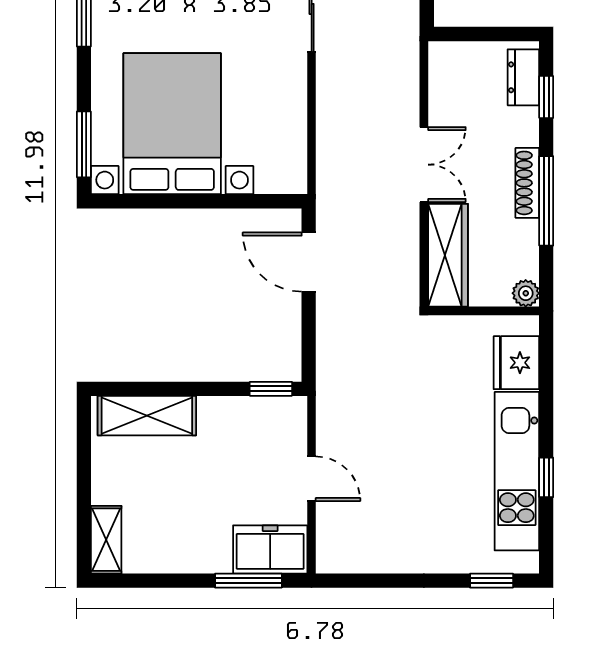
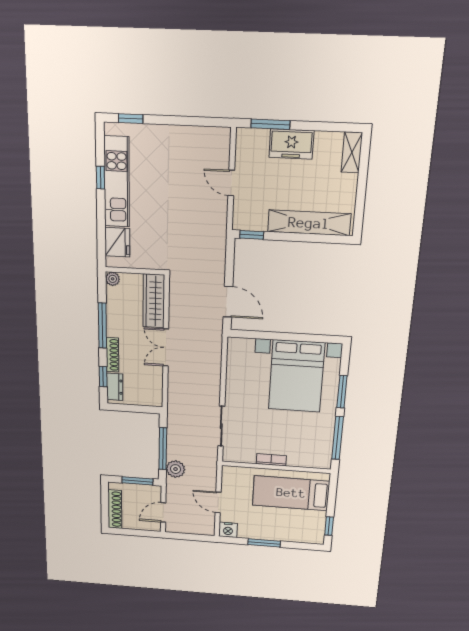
window: (84, 144) -> (342, 392), moved
shoe rack: (527, 183) -> (112, 355), moved
shelving: (147, 416) -> (309, 223), width x1.47
freezer: (270, 549) -> (291, 144), moved

